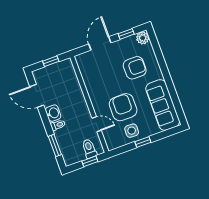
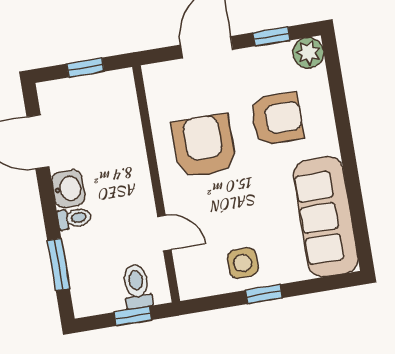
armchair: (123, 107) -> (204, 146), moved

